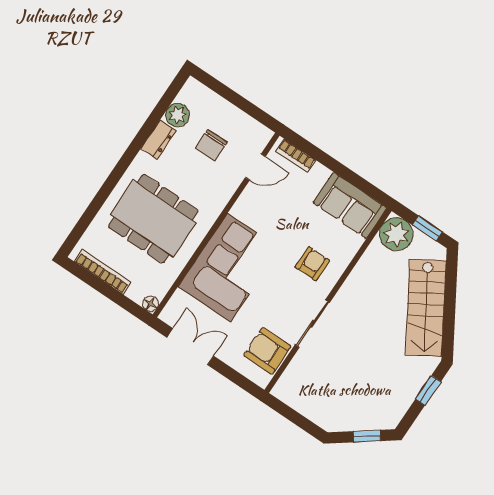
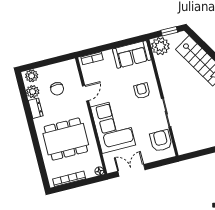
plant: (198, 94) -> (32, 76), added
door: (255, 167) -> (86, 93), moved
armchair: (267, 351) -> (161, 141), turned 90

